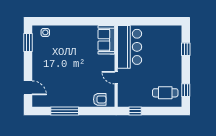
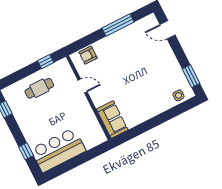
bar counter: (130, 47) -> (58, 150), moved, turned 90
cafe table: (165, 93) -> (39, 88), moved

